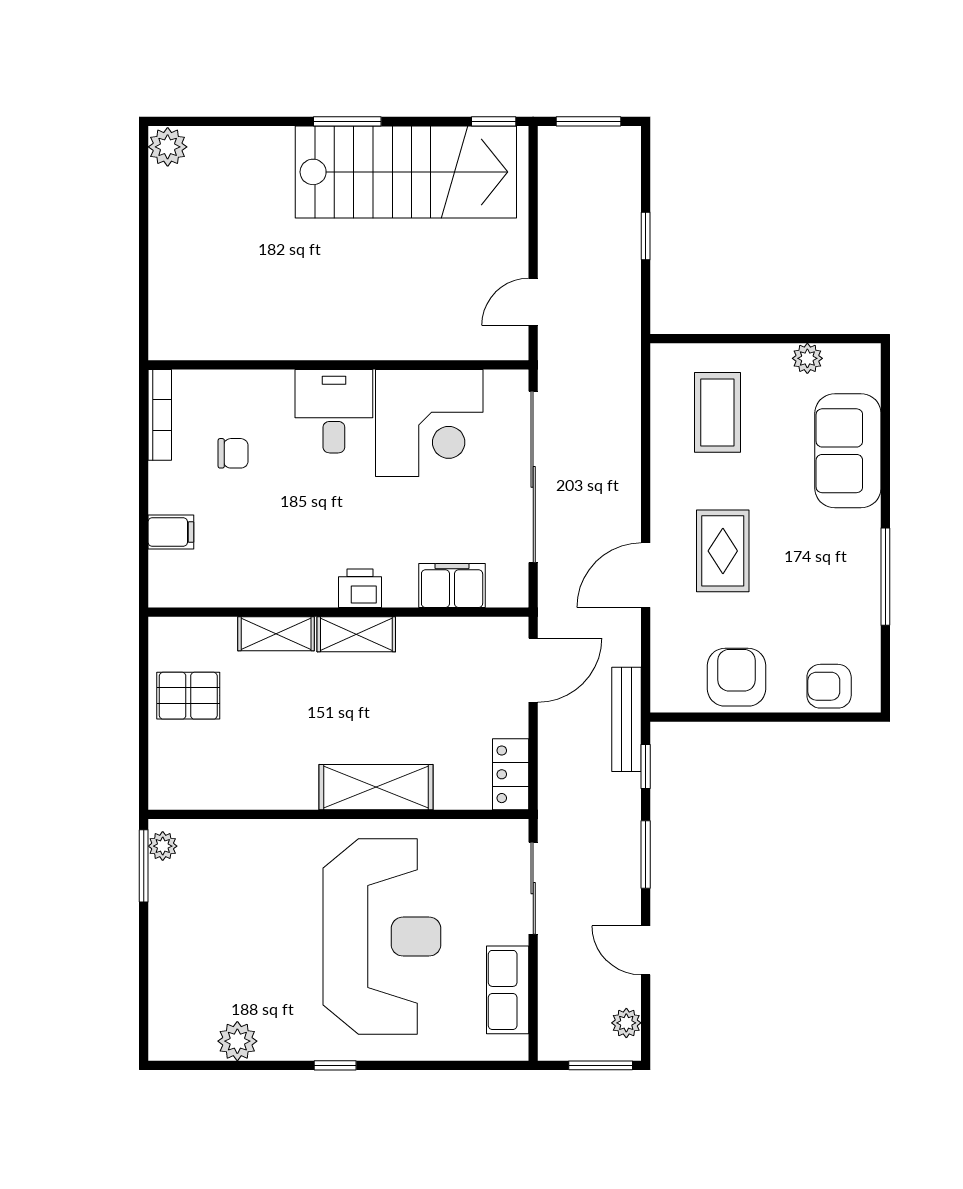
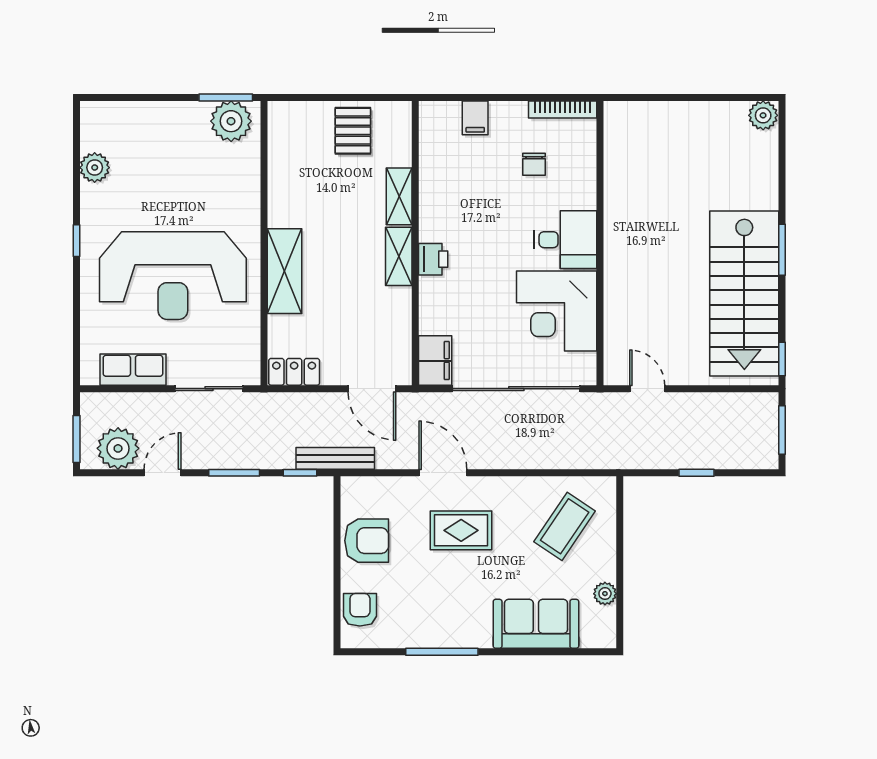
coffee table: (717, 412) -> (565, 526), turned -56
filing cabinet: (452, 586) -> (435, 361), moved
plant: (163, 846) -> (231, 121), width x1.87, depth x1.87
plant: (626, 1023) -> (118, 448), width x1.88, depth x1.88

